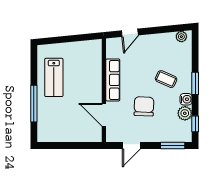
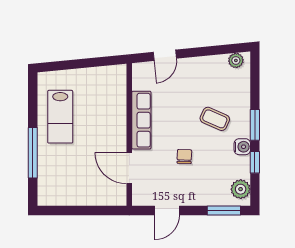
chair: (144, 106) -> (184, 157), width x0.54, depth x0.54
plant: (185, 113) -> (241, 189), moved
window: (195, 124) -> (255, 162), moved

